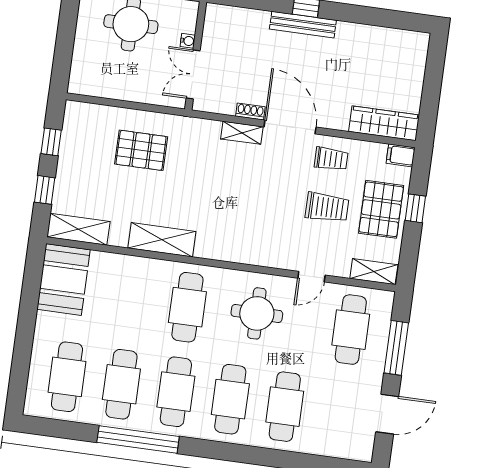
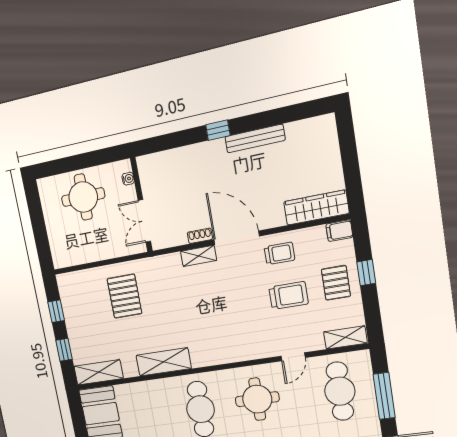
bench: (303, 25) -> (255, 139), moved
water cooler: (188, 41) -> (128, 179), moved
pallet: (141, 150) -> (124, 296), turned 90
pallet: (381, 209) -> (336, 283), width x0.67, depth x0.71

